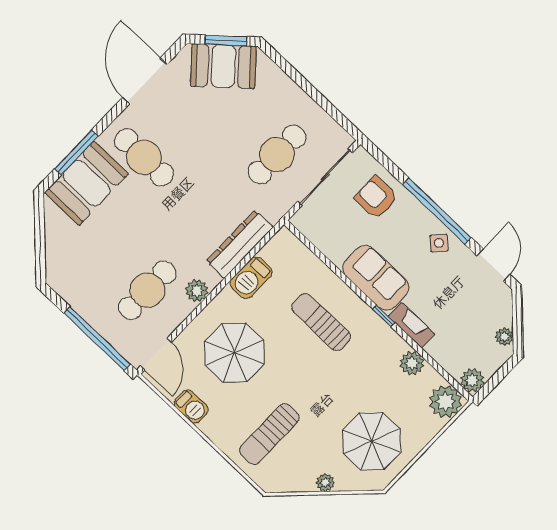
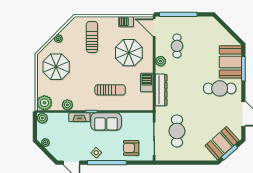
armchair: (376, 197) -> (131, 148), turned 180
cafe table: (147, 290) -> (177, 46), width x0.73, depth x0.74

